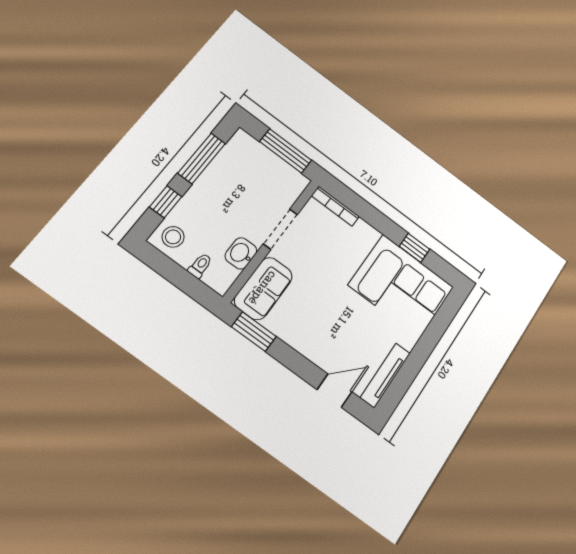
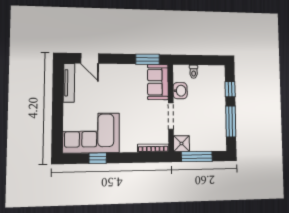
shower: (294, 183) -> (181, 144), added
stool: (173, 237) -> (215, 76), removed
door: (335, 391) -> (90, 58), hinge flipped

